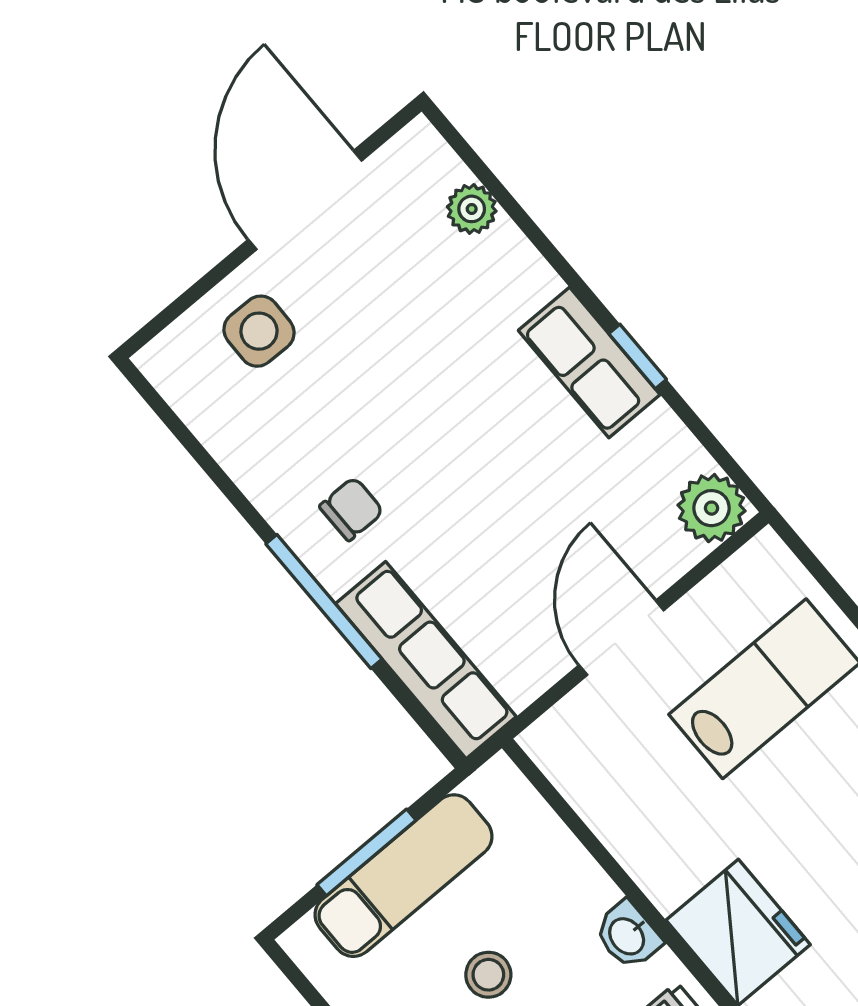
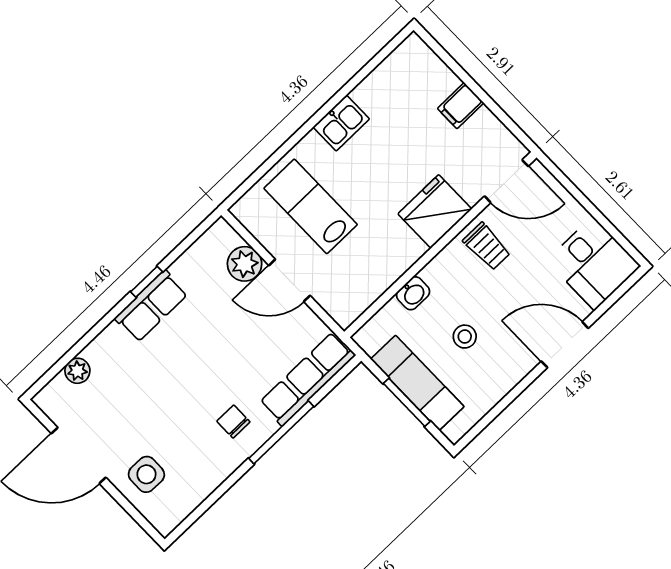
plant: (711, 508) -> (245, 264), moved
washbasin: (628, 935) -> (413, 293), moved

